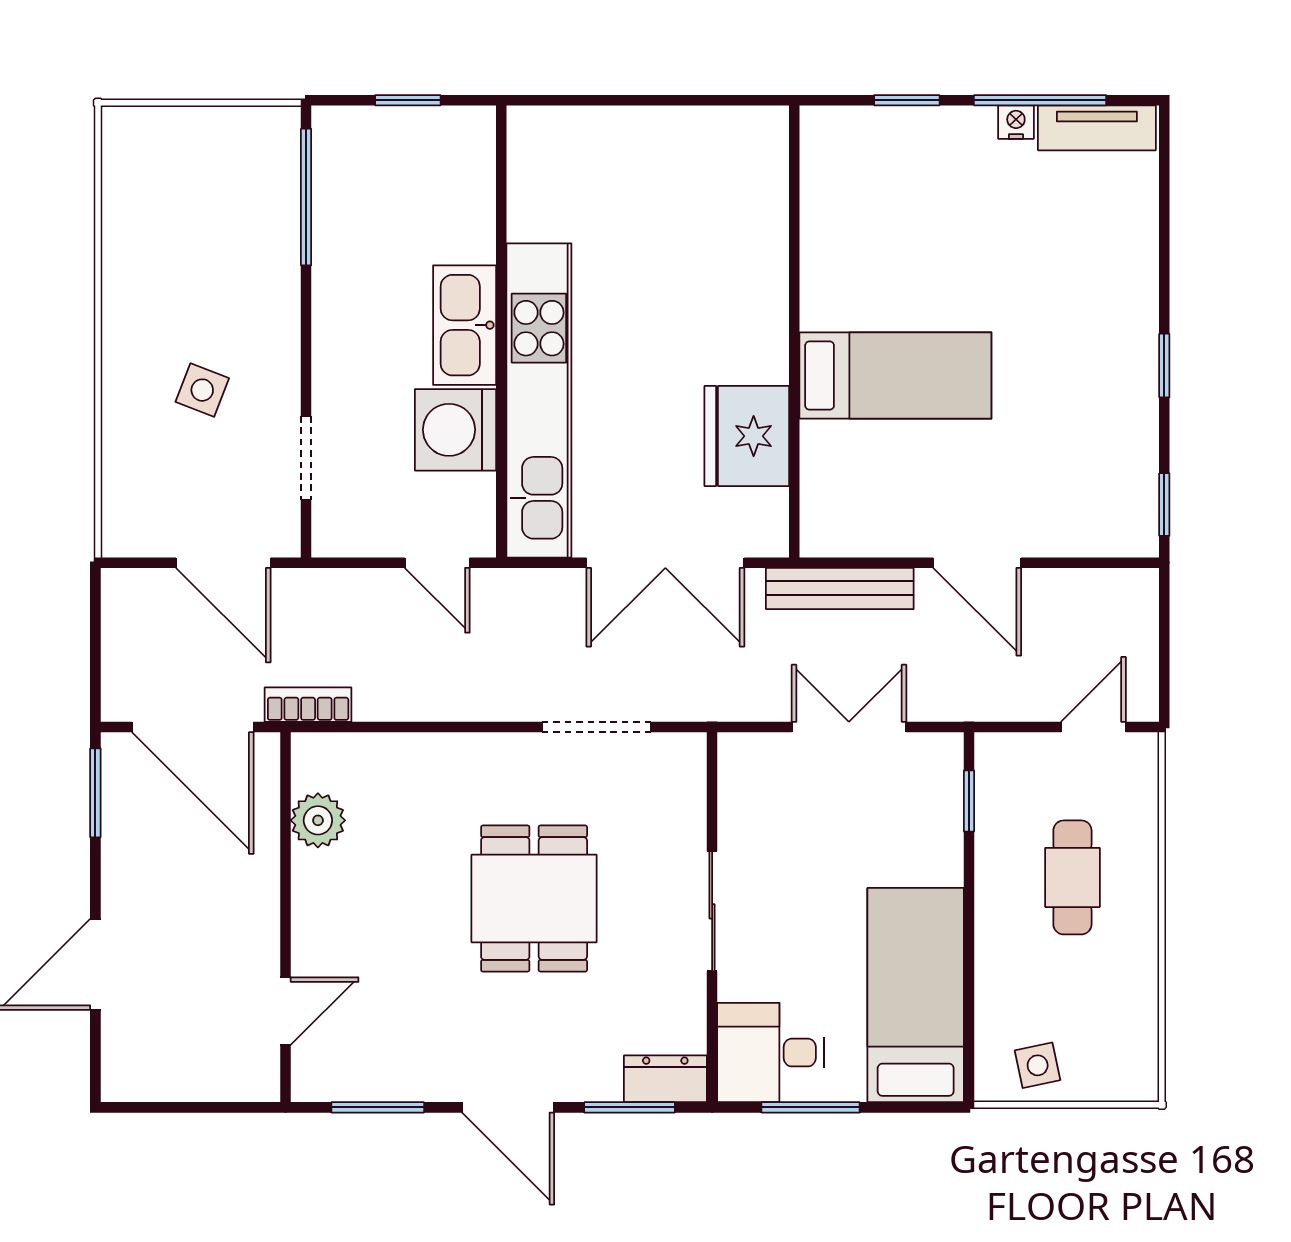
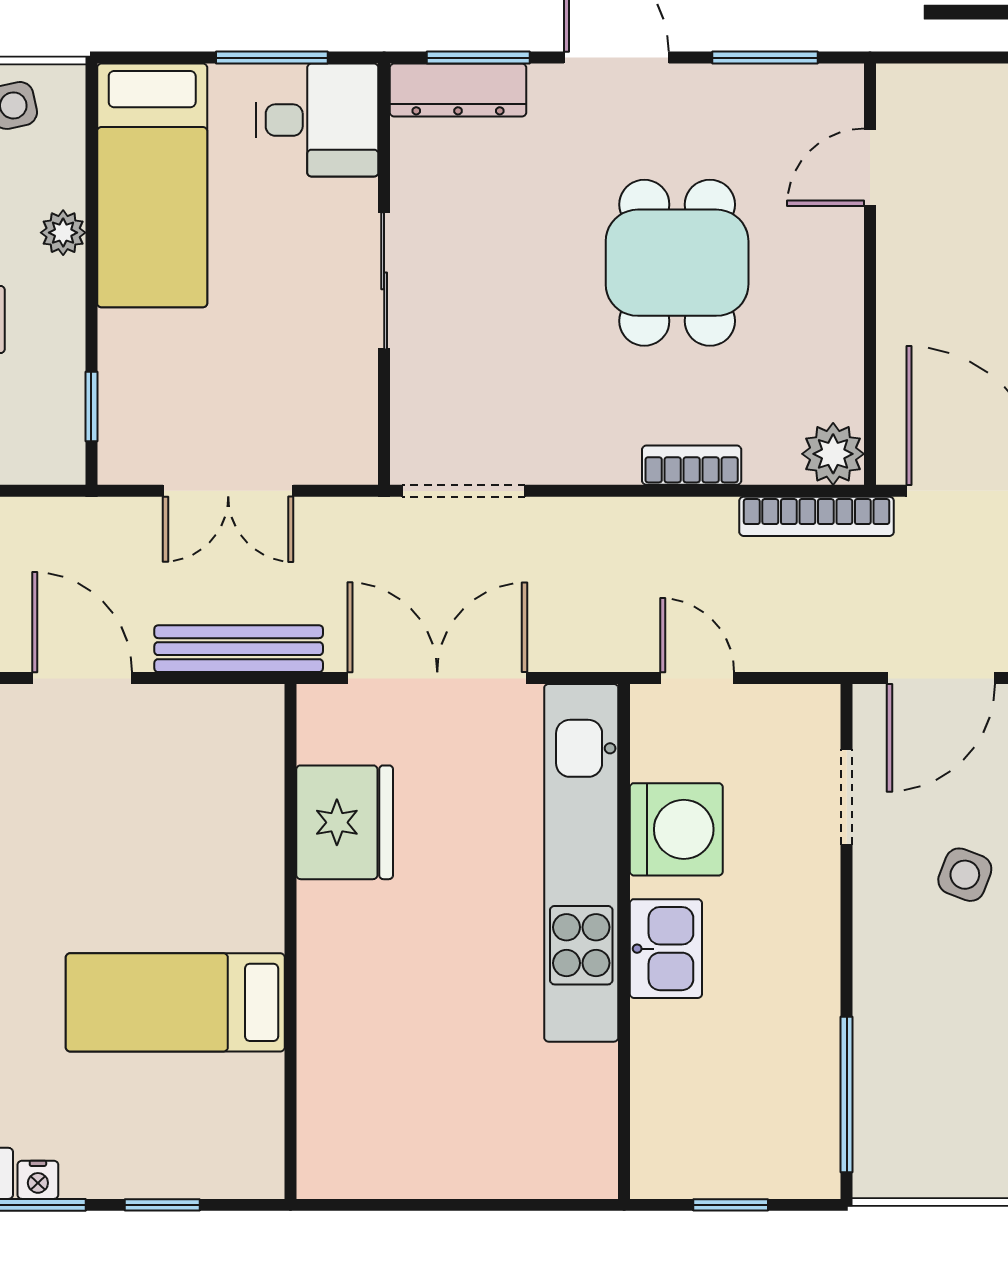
kitchen sink: (465, 325) -> (666, 949), width x0.73
bed: (895, 376) -> (175, 1002), moved
door: (223, 563) -> (941, 678), swing flipped
bookcase: (308, 705) -> (817, 516), width x1.56
doorway: (596, 727) -> (464, 491), moved
bookcase: (442, 750) -> (692, 465), added
plant: (318, 820) -> (833, 454), moved
dining table: (534, 899) -> (677, 263), moved
plant: (994, 954) -> (63, 233), added
dresser: (665, 1079) -> (458, 90), width x1.44

